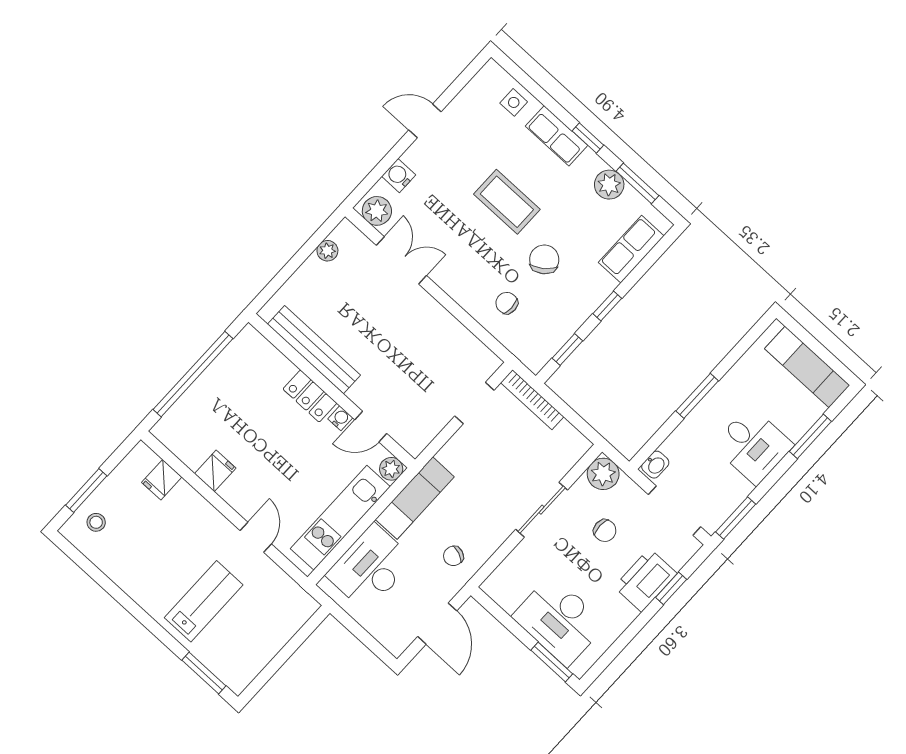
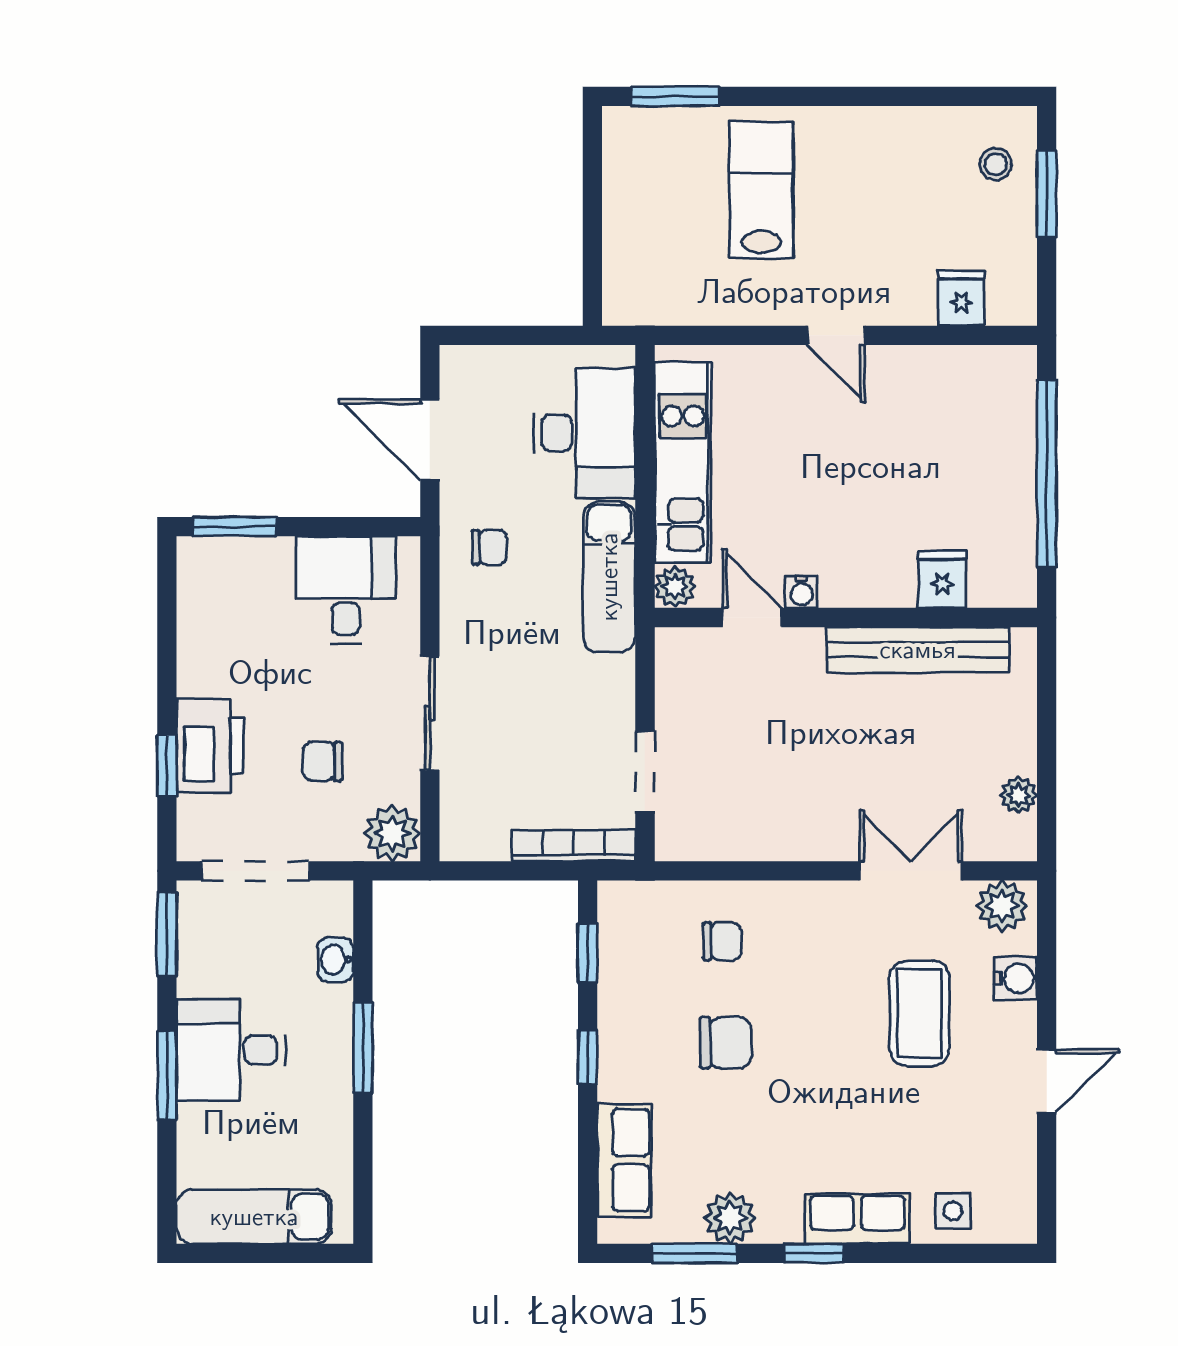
coffee table: (507, 202) -> (920, 1013), moved, turned 90
chair: (544, 259) -> (726, 1043), turned -53
double door: (401, 260) -> (911, 871), swing flipped
locker: (310, 396) -> (868, 584), removed
door: (371, 427) -> (752, 618), hinge flipped
window: (810, 436) -> (167, 1075), moved
washbasin: (655, 465) -> (335, 960), moved
fridge: (215, 471) -> (942, 579), moved, turned 180
door: (256, 537) -> (836, 335), moved
chair: (453, 556) -> (490, 547), turned 69
lab bench: (204, 601) -> (761, 190), turned 180
desk: (559, 620) -> (346, 590), moved, width x0.73

